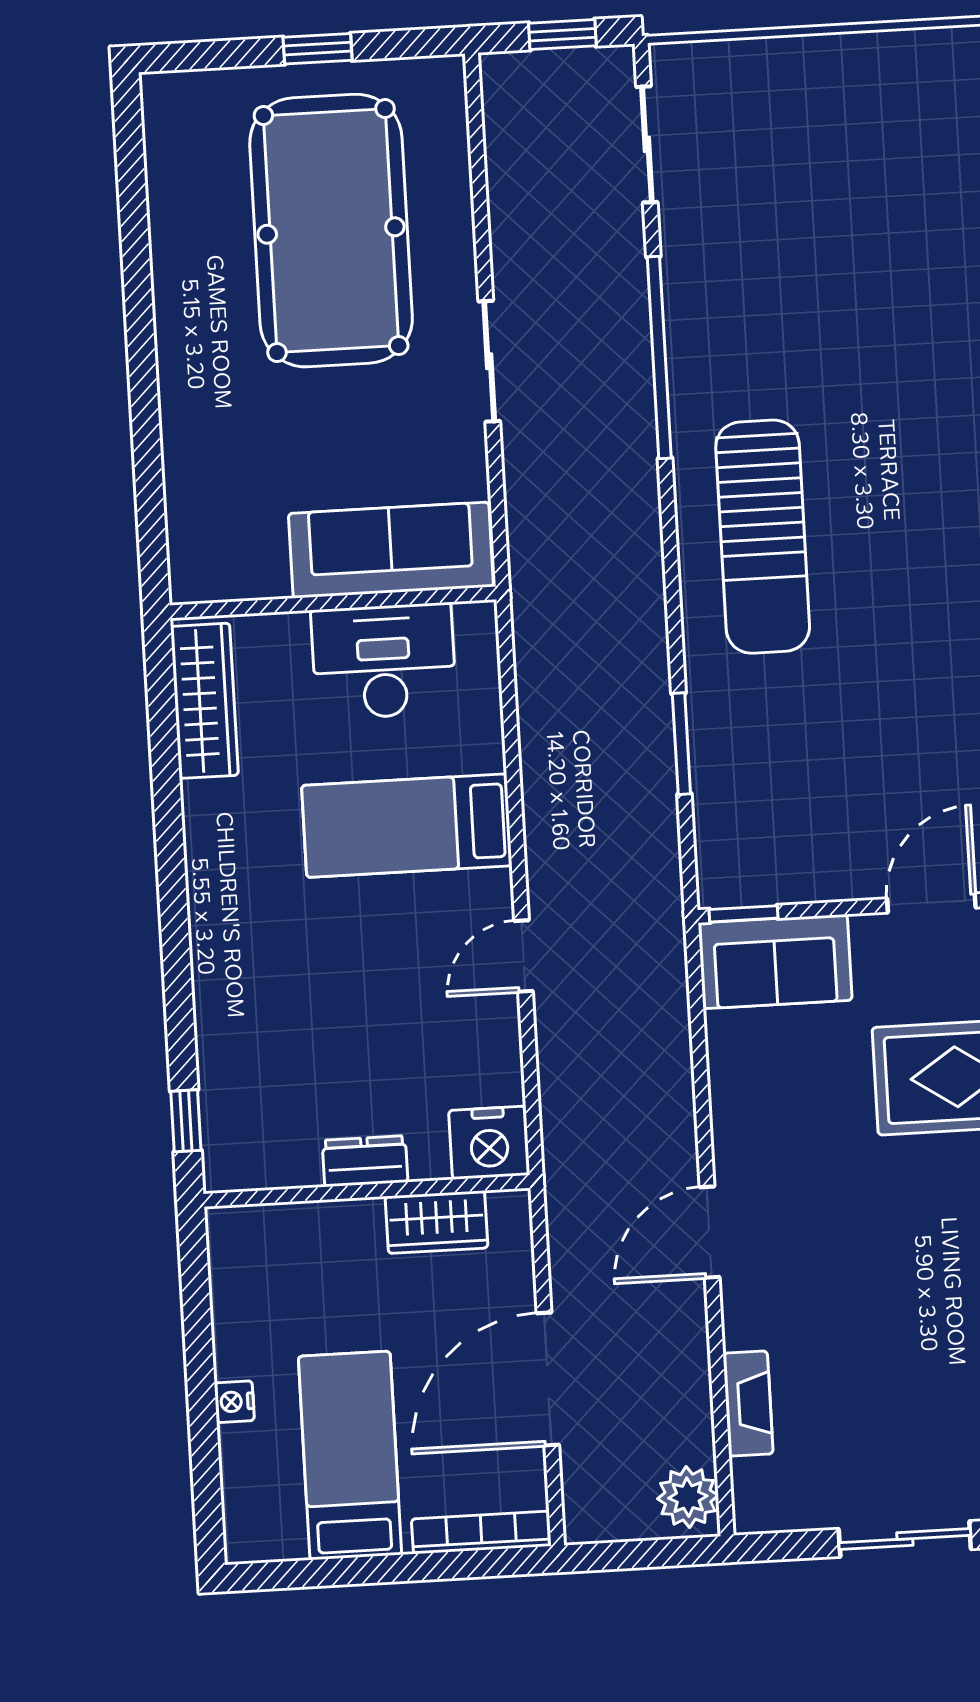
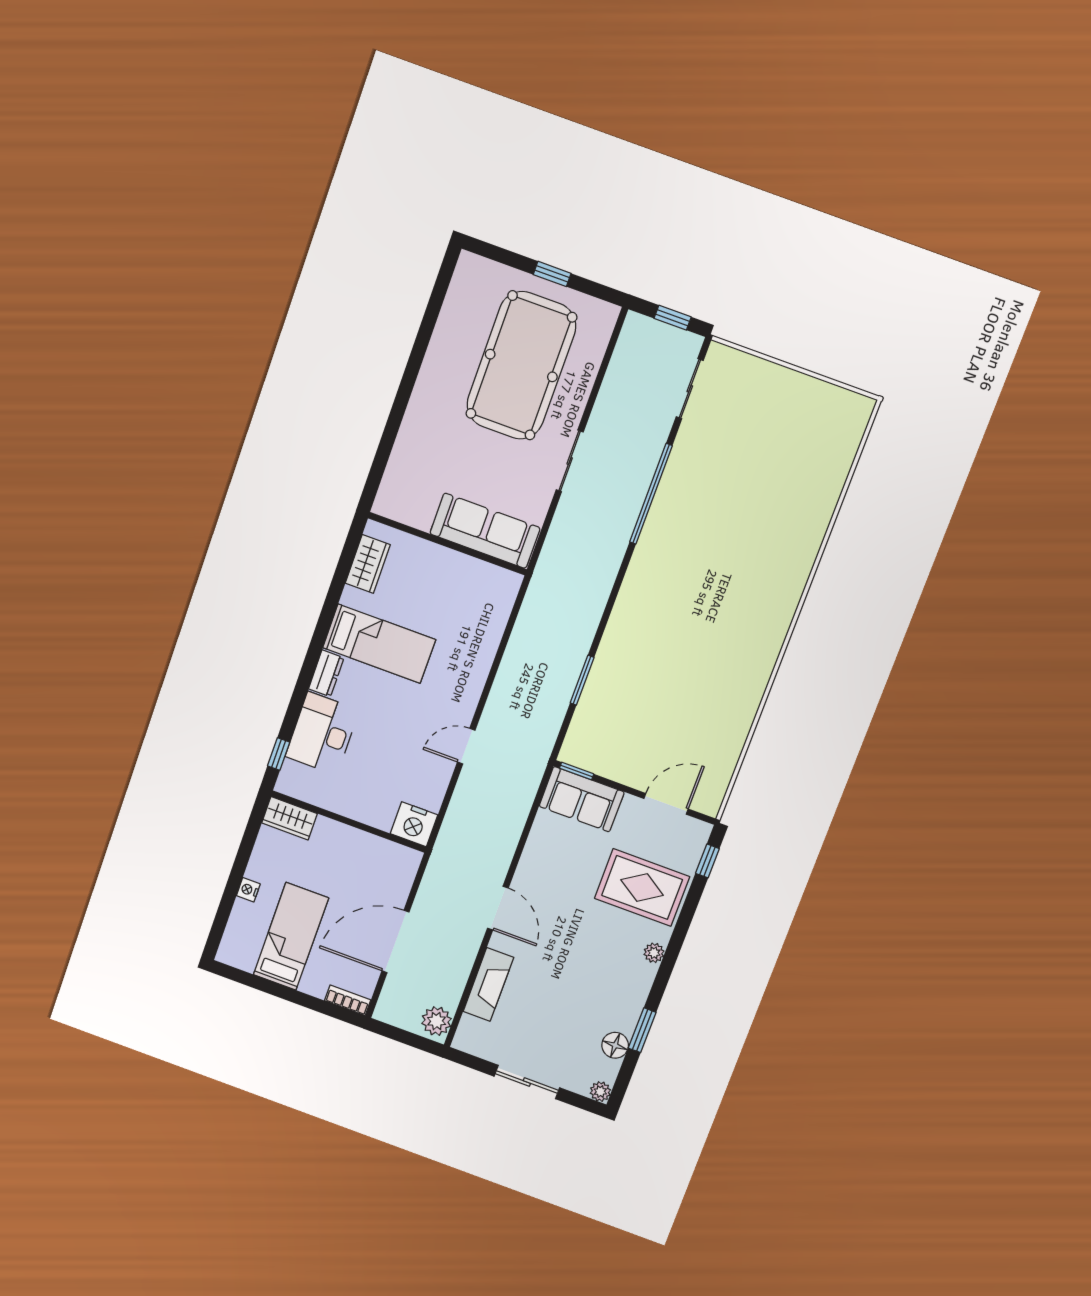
sun lounger: (763, 537) -> (663, 600), removed
desk: (384, 661) -> (322, 733), moved, turned -90
wardrobe: (204, 701) -> (368, 564), width x0.67
bed: (407, 826) -> (379, 644), moved, turned 180
dresser: (365, 1161) -> (326, 673), moved, turned 90
wardrobe: (436, 1222) -> (290, 818), moved
door: (710, 1232) -> (498, 908), swing flipped
fireplace: (748, 1404) -> (488, 984), width x1.37, depth x1.32
bookcase: (481, 1532) -> (348, 1000), width x0.64

